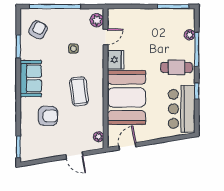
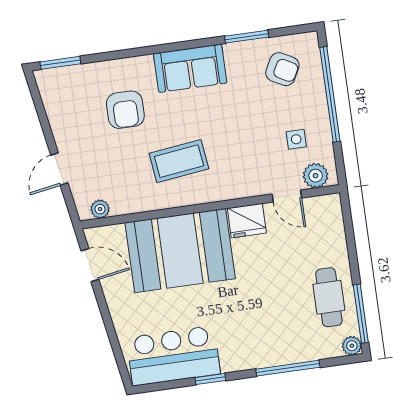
plant: (190, 35) -> (352, 346), moved
side table: (73, 49) -> (296, 139), moved
cafe table: (177, 67) -> (329, 297), moved

